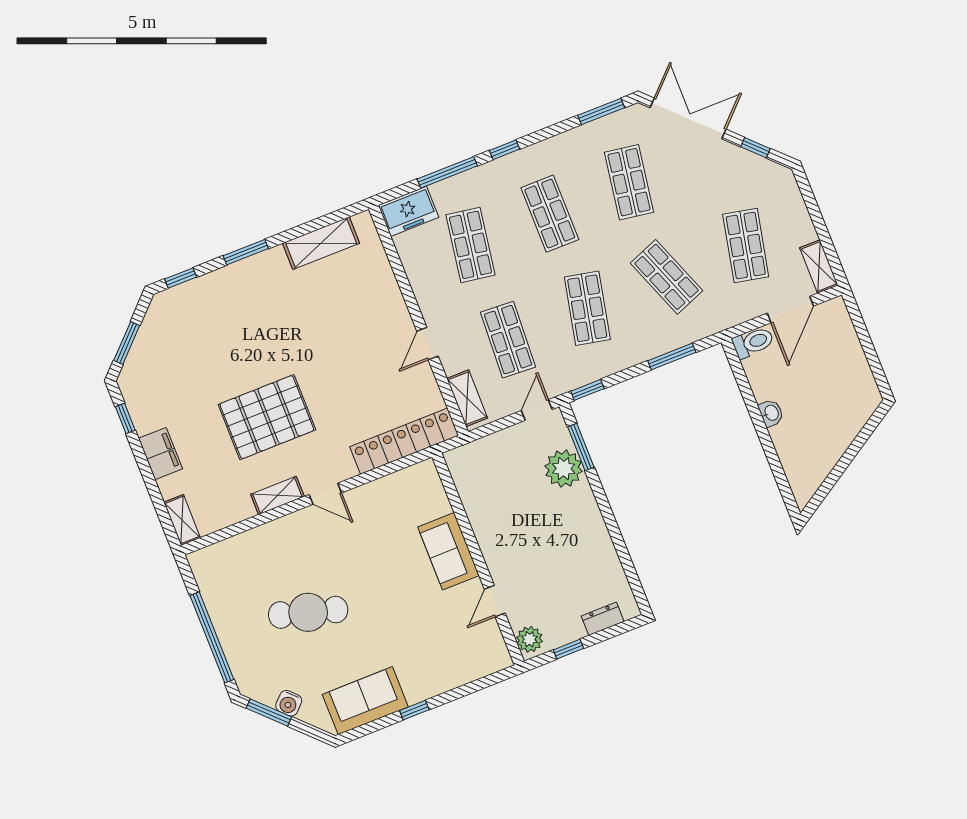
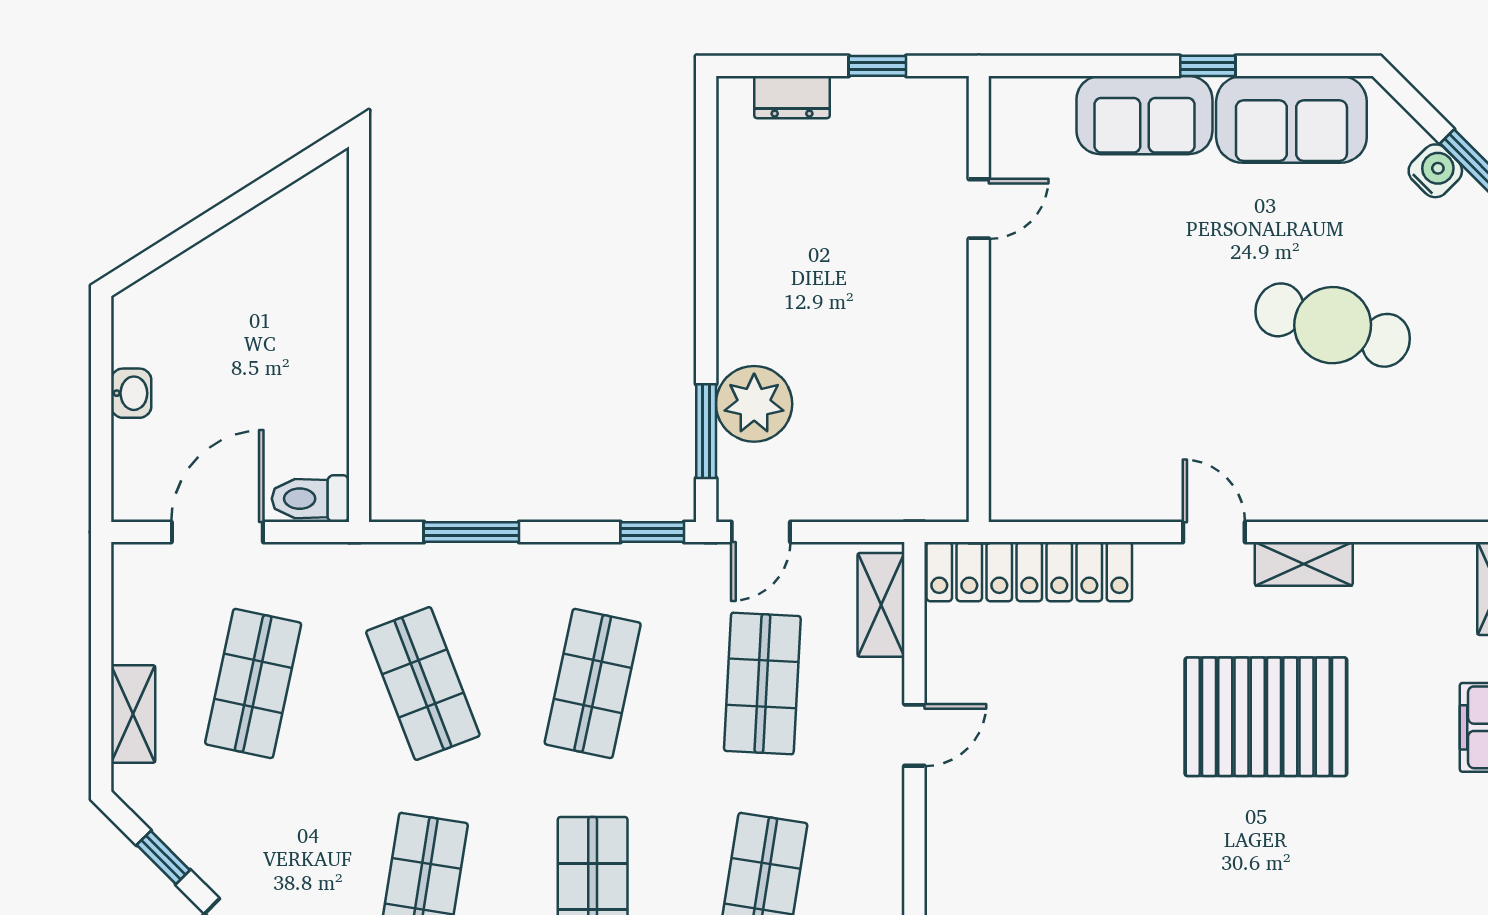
shelving: (819, 267) -> (133, 714), moved
washbasin: (771, 413) -> (131, 393), moved, turned 180
sofa: (448, 551) -> (1144, 115), moved, turned 90
plant: (529, 639) -> (942, 113), removed

